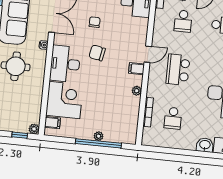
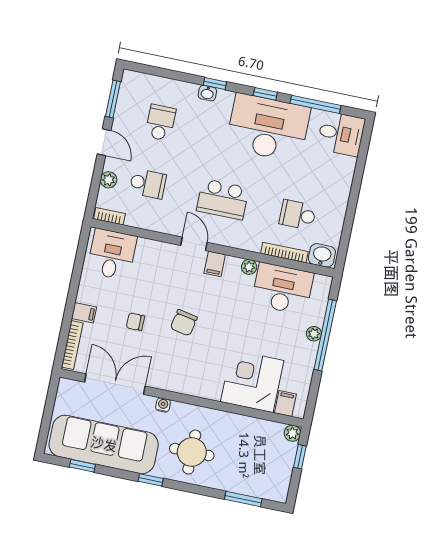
desk: (65, 64) -> (283, 289), moved, turned 180
school desk: (173, 118) -> (298, 215), turned 180
washbasin: (205, 145) -> (322, 255), moved, turned 90

